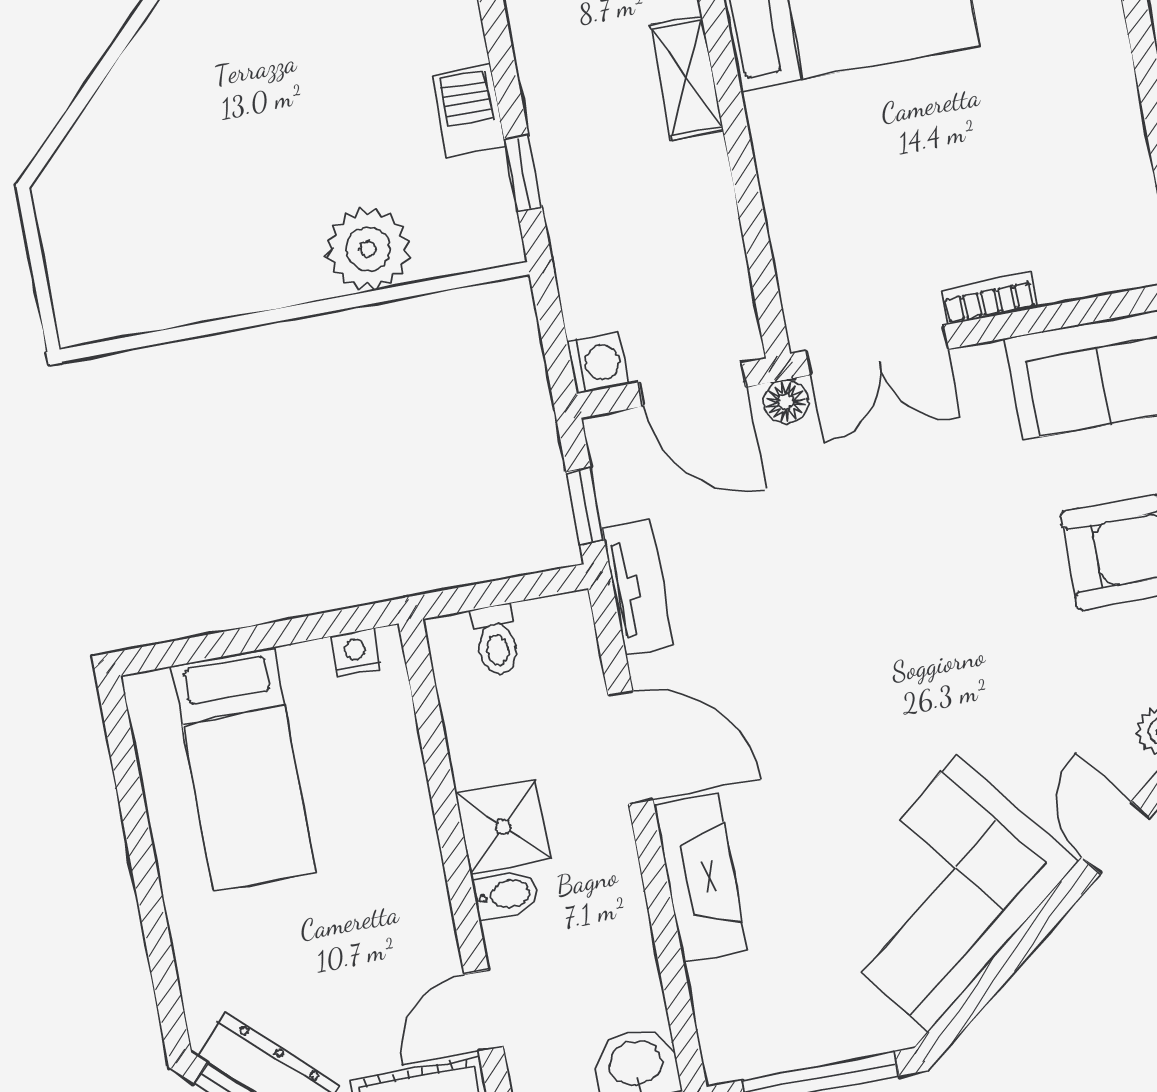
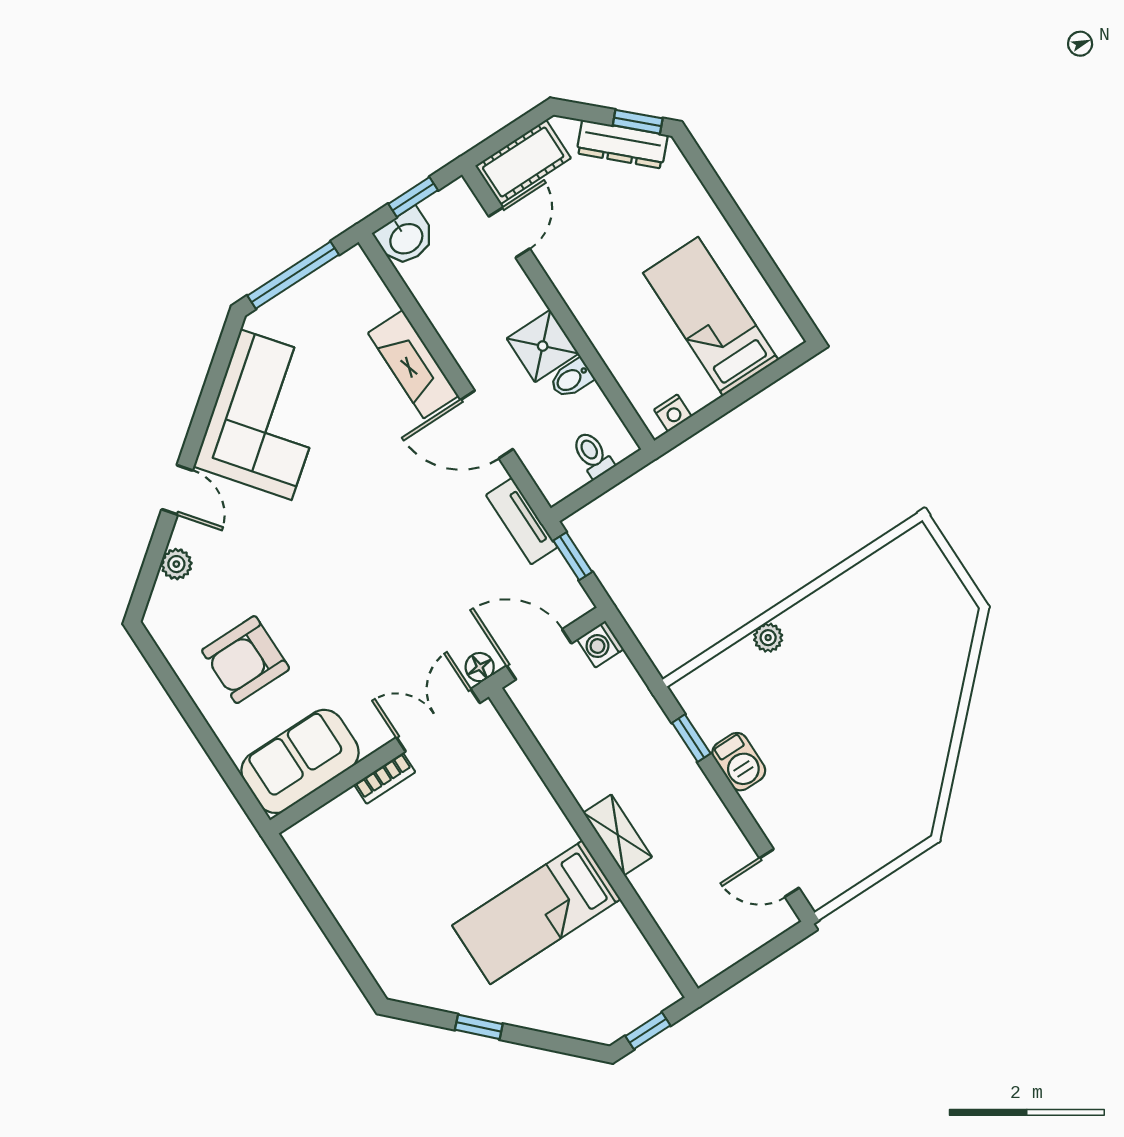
plant: (368, 249) -> (768, 638), width x0.53, depth x0.53
bidet: (506, 895) -> (571, 379), moved

